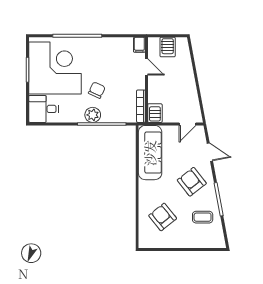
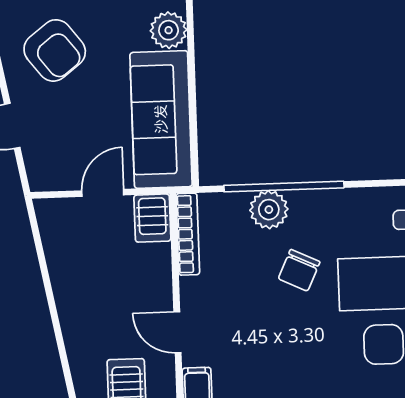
plant: (93, 115) -> (269, 210), moved
door: (188, 124) -> (103, 193), moved
plant: (146, 188) -> (169, 30), added

